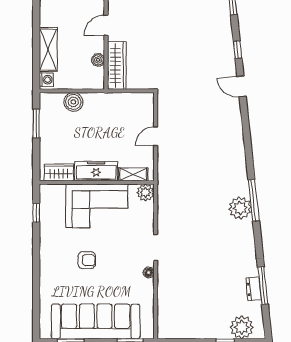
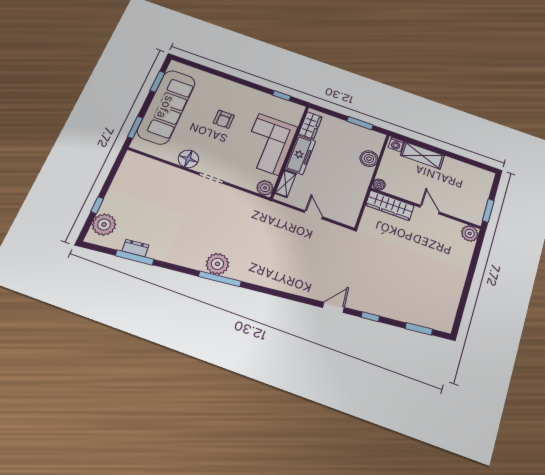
boiler: (98, 60) -> (379, 184), moved
floor lamp: (149, 273) -> (188, 159), width x1.89, depth x1.89

